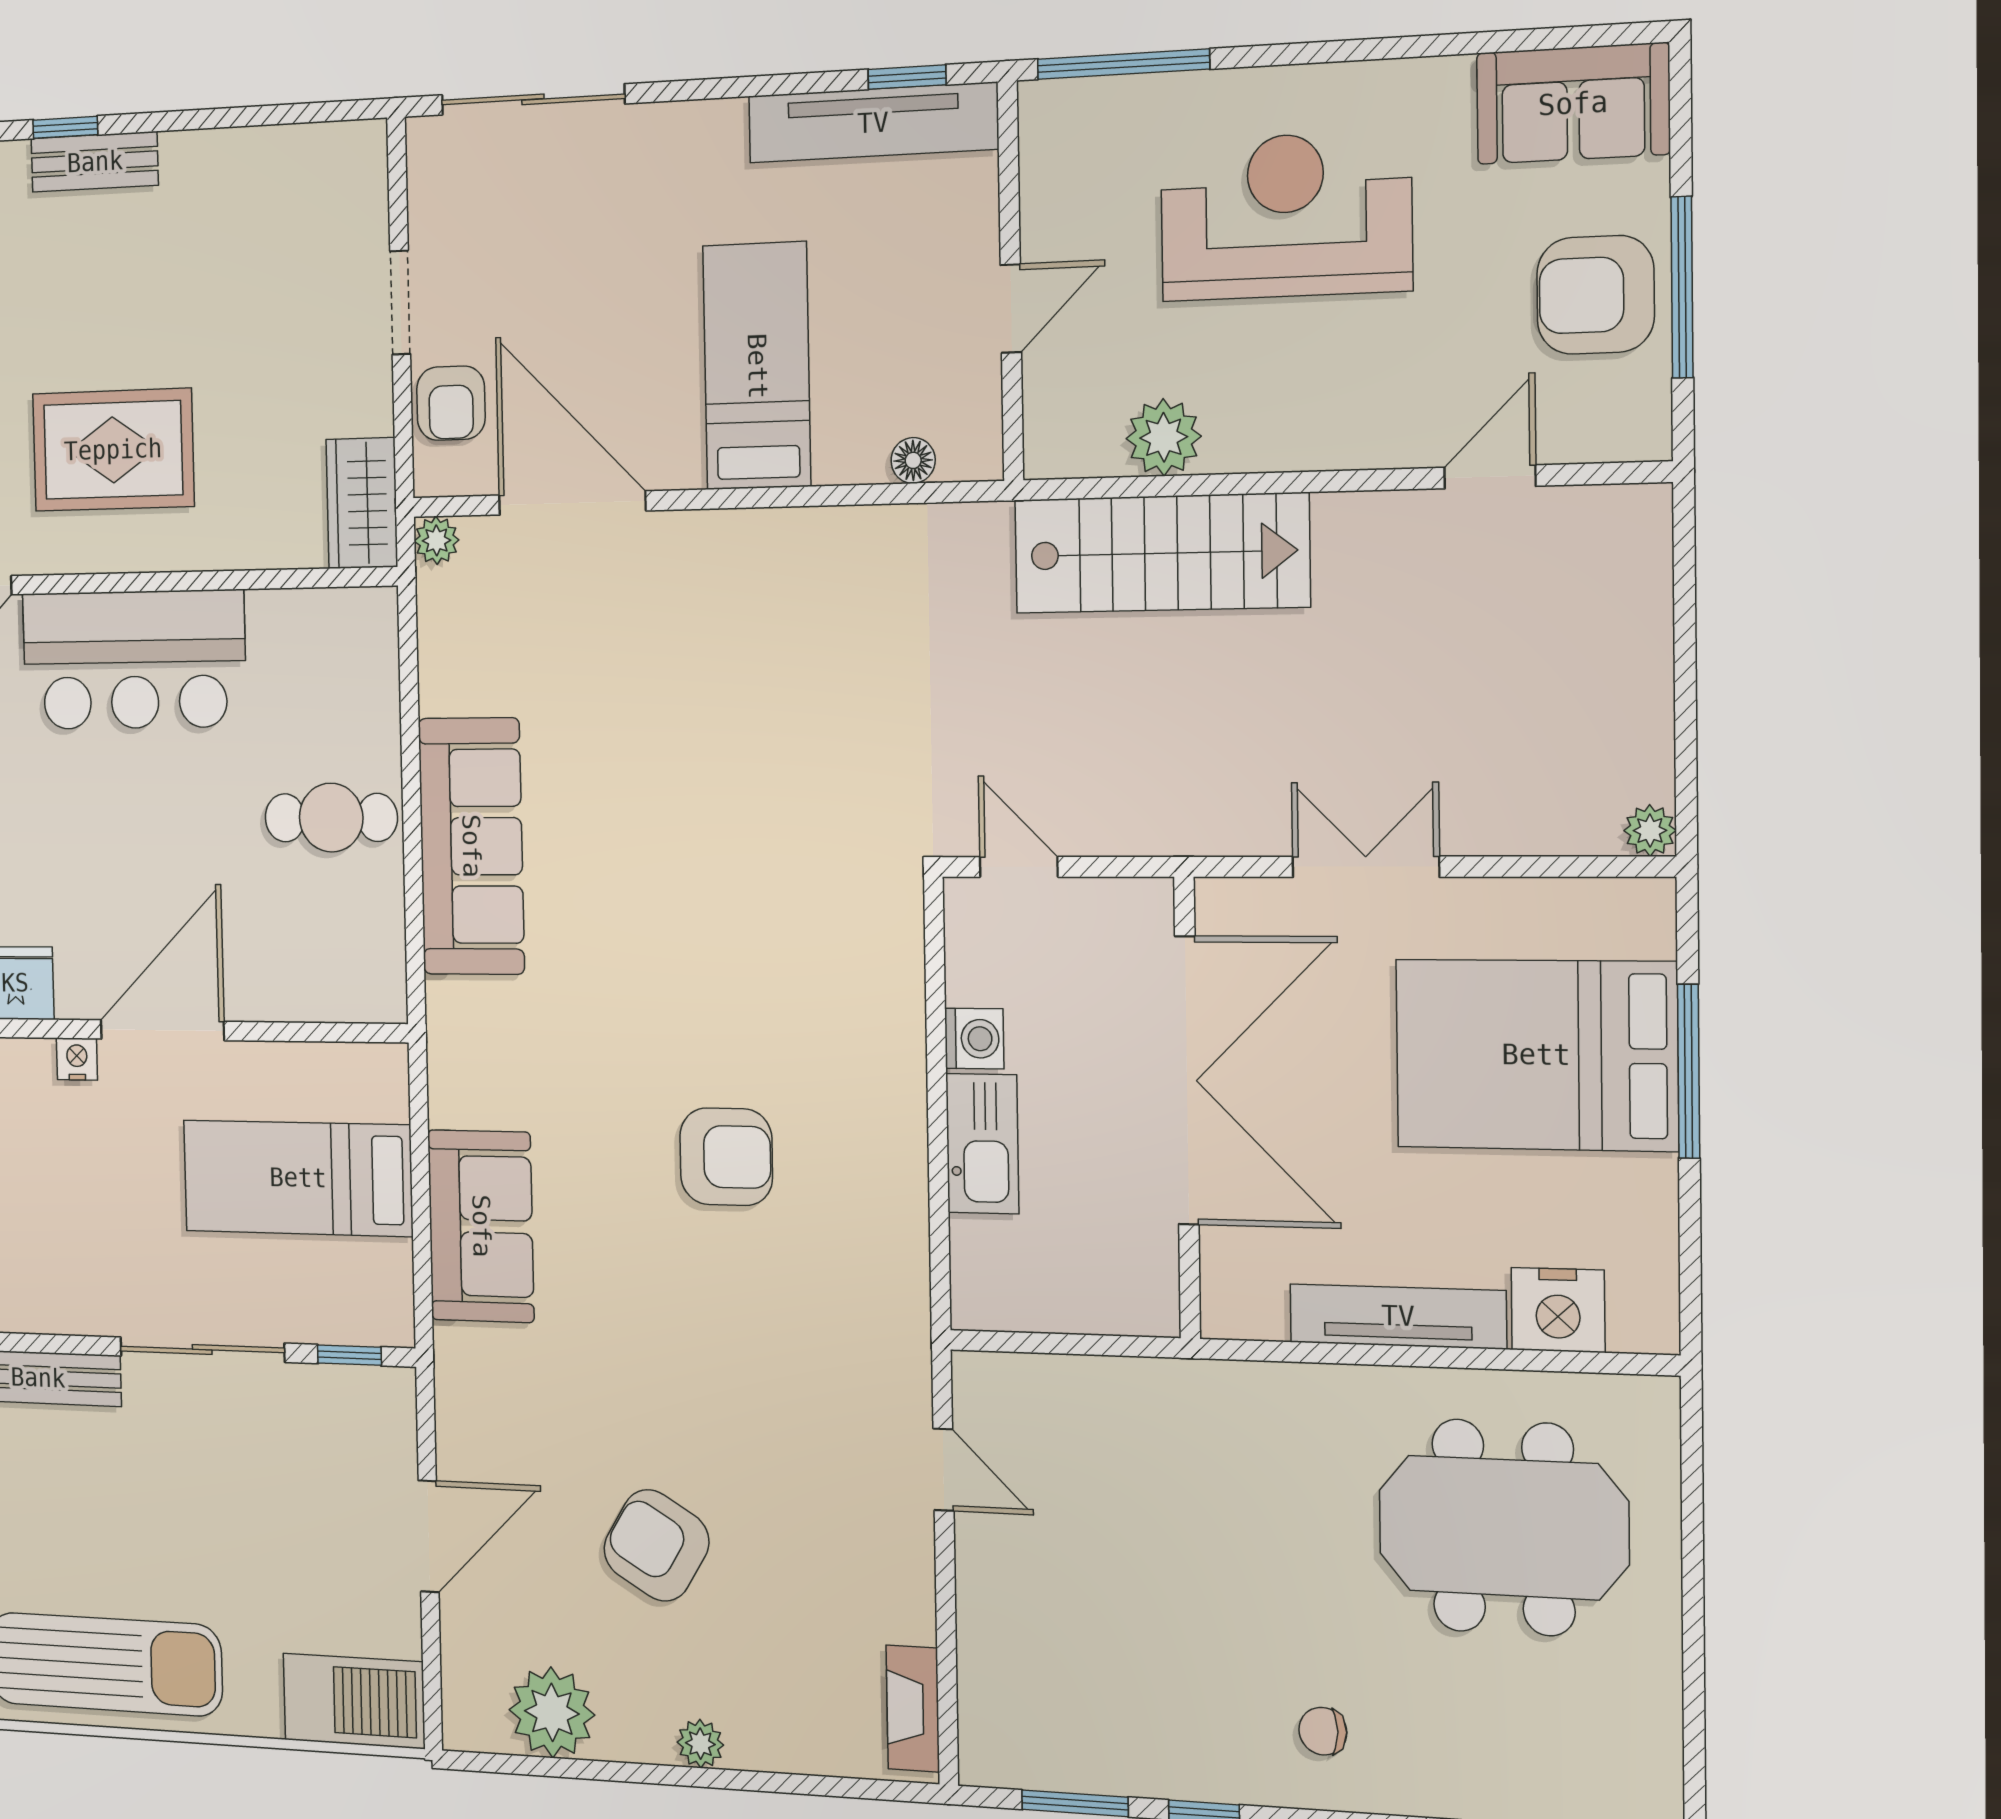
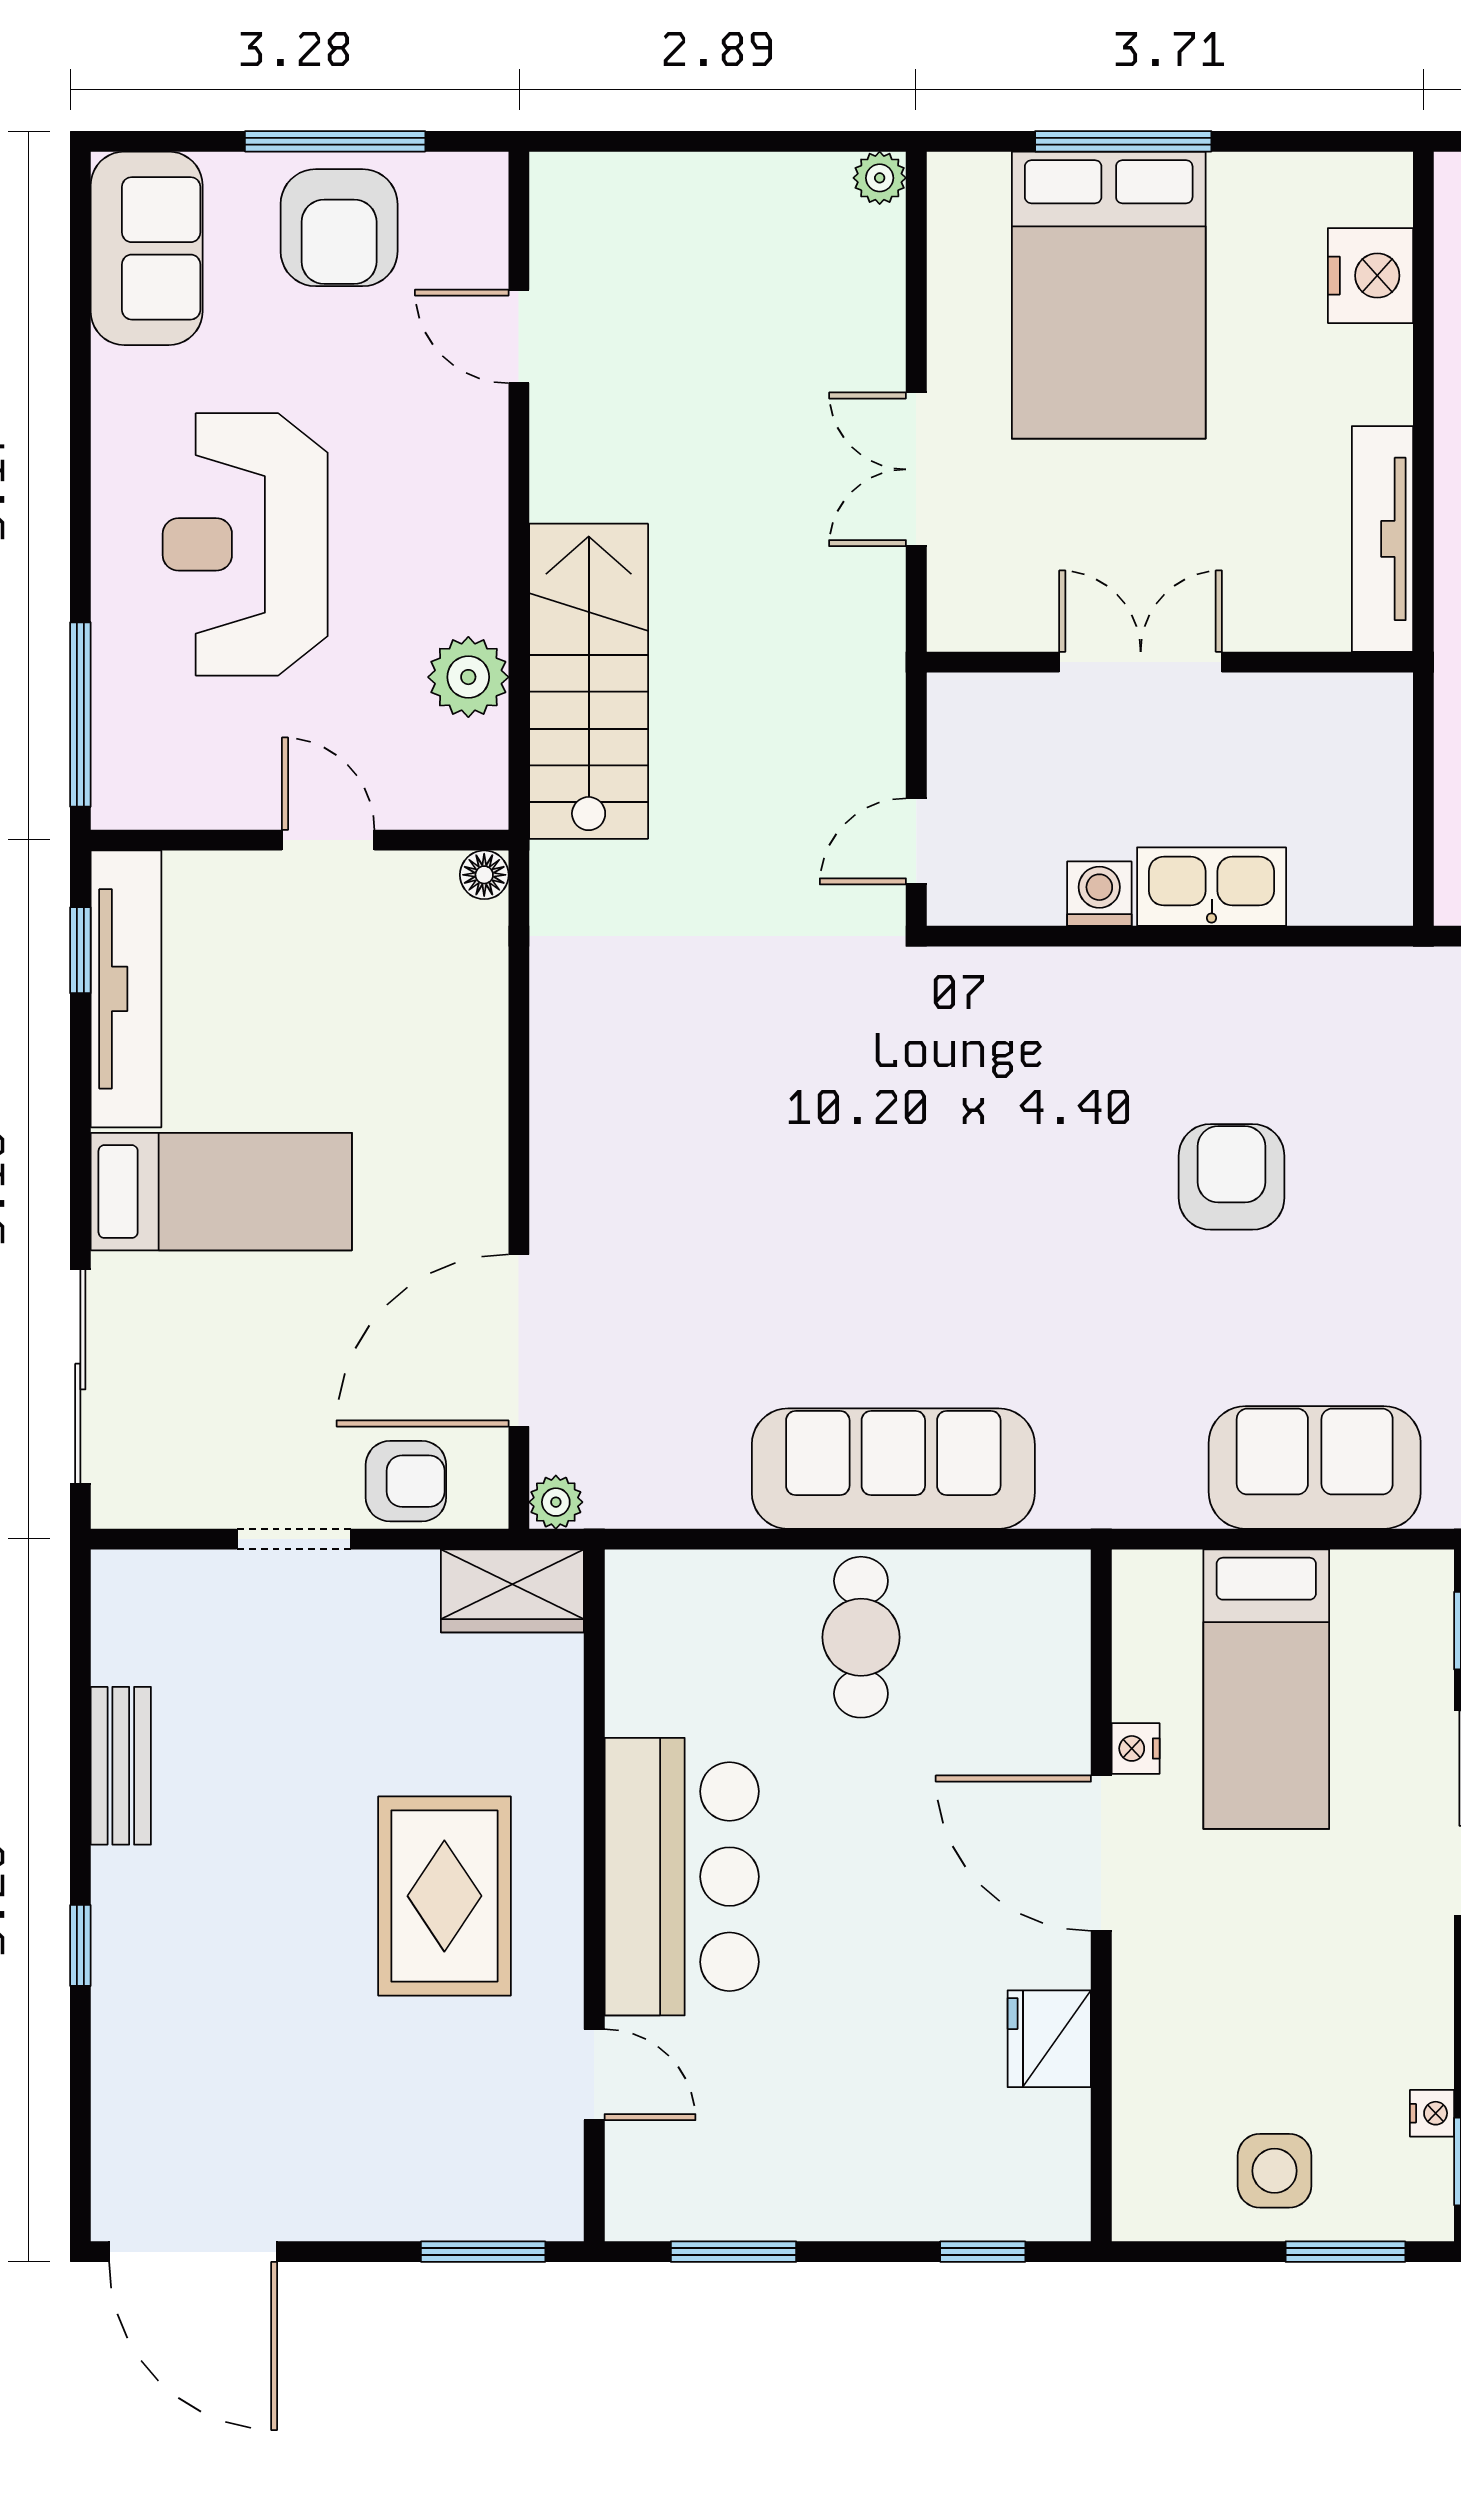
bench: (95, 162) -> (121, 1766), moved
bed: (757, 366) -> (221, 1192), moved, turned 180
floor lamp: (913, 460) -> (484, 875), moved
nightstand: (77, 1059) -> (1136, 1748), moved
double door: (1187, 1081) -> (1141, 662), width x0.54
tv unit: (1398, 1316) -> (1382, 539), moved

